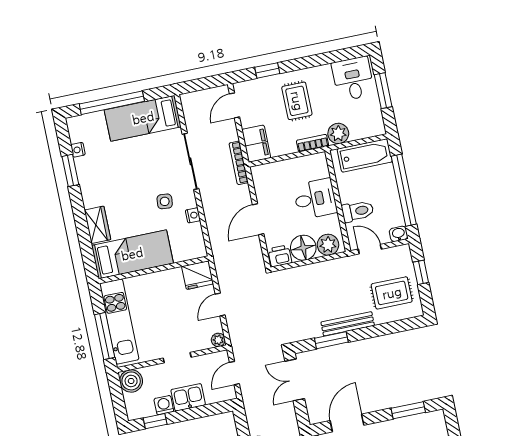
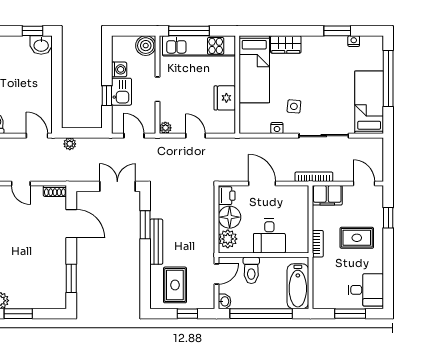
plant: (338, 133) -> (321, 268), removed
fridge: (198, 275) -> (225, 98), moved
window: (155, 421) -> (107, 96), moved

